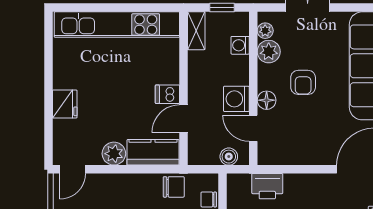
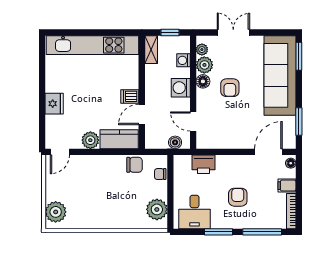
washing machine: (236, 99) -> (181, 88), moved
floor lamp: (267, 100) -> (203, 81), moved

